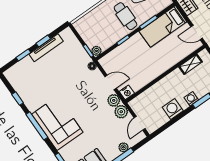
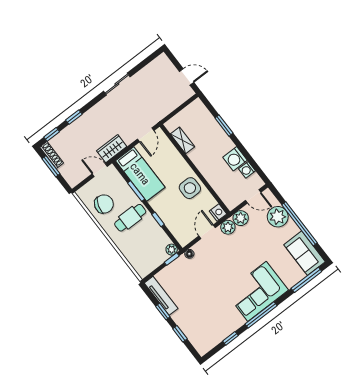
tv unit: (46, 48) -> (161, 296), moved
side table: (149, 69) -> (190, 188), added
washing machine: (191, 99) -> (247, 170), moved
plant: (123, 147) -> (278, 217), width x1.88, depth x1.88

